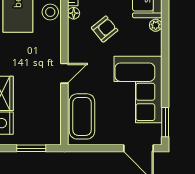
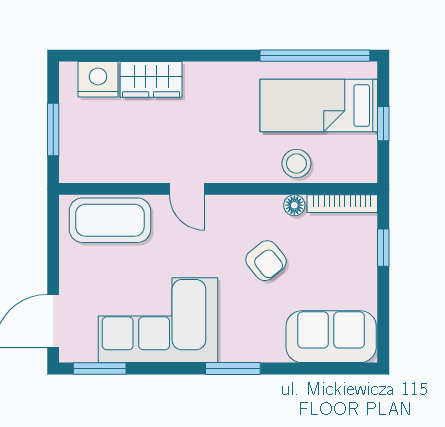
plant: (156, 25) -> (273, 352), removed
window: (165, 48) -> (233, 368), added

